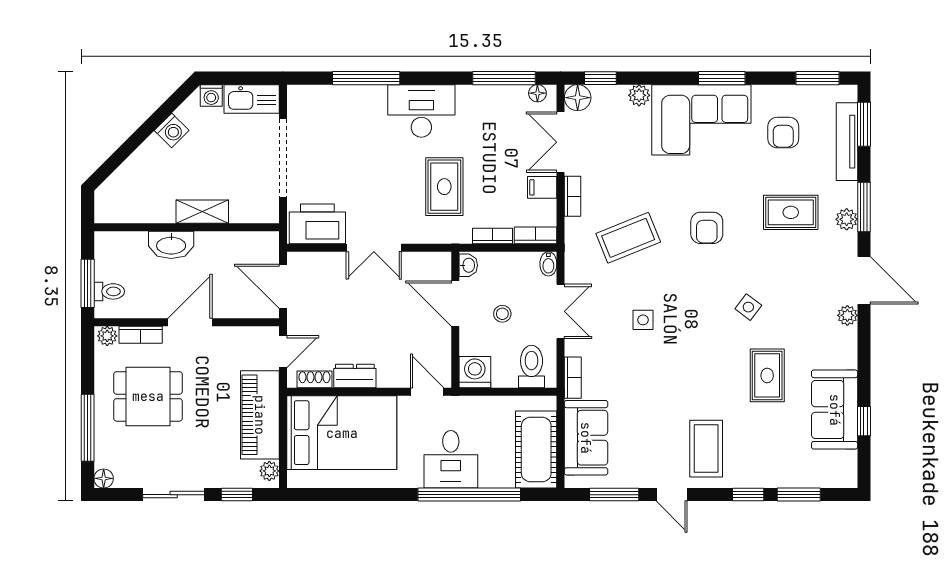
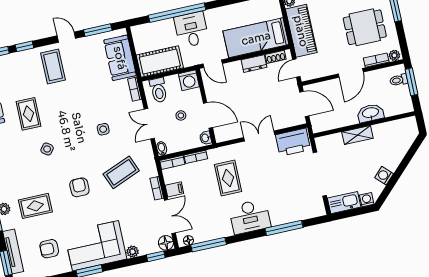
armchair: (783, 133) -> (49, 249), turned -90
bed: (342, 433) -> (256, 38), width x0.67
cot: (536, 450) -> (160, 61), moved, turned 90

